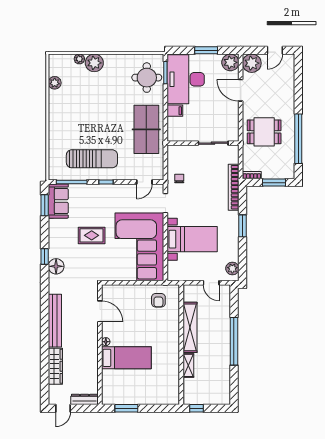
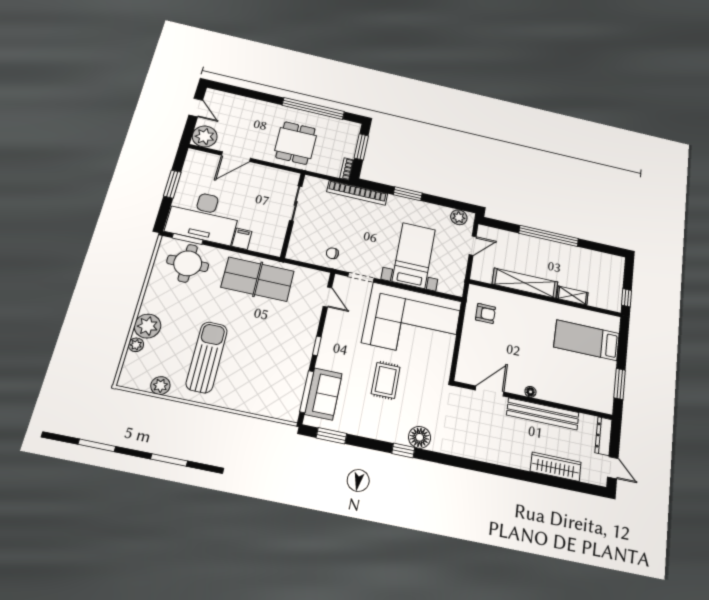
plant: (230, 62) -> (197, 160), removed
sun lounger: (92, 159) -> (207, 357), moved
sofa: (58, 201) -> (323, 394), moved, turned 90
bench: (55, 321) -> (543, 414), moved
bed: (126, 358) -> (587, 340), moved, turned -90

